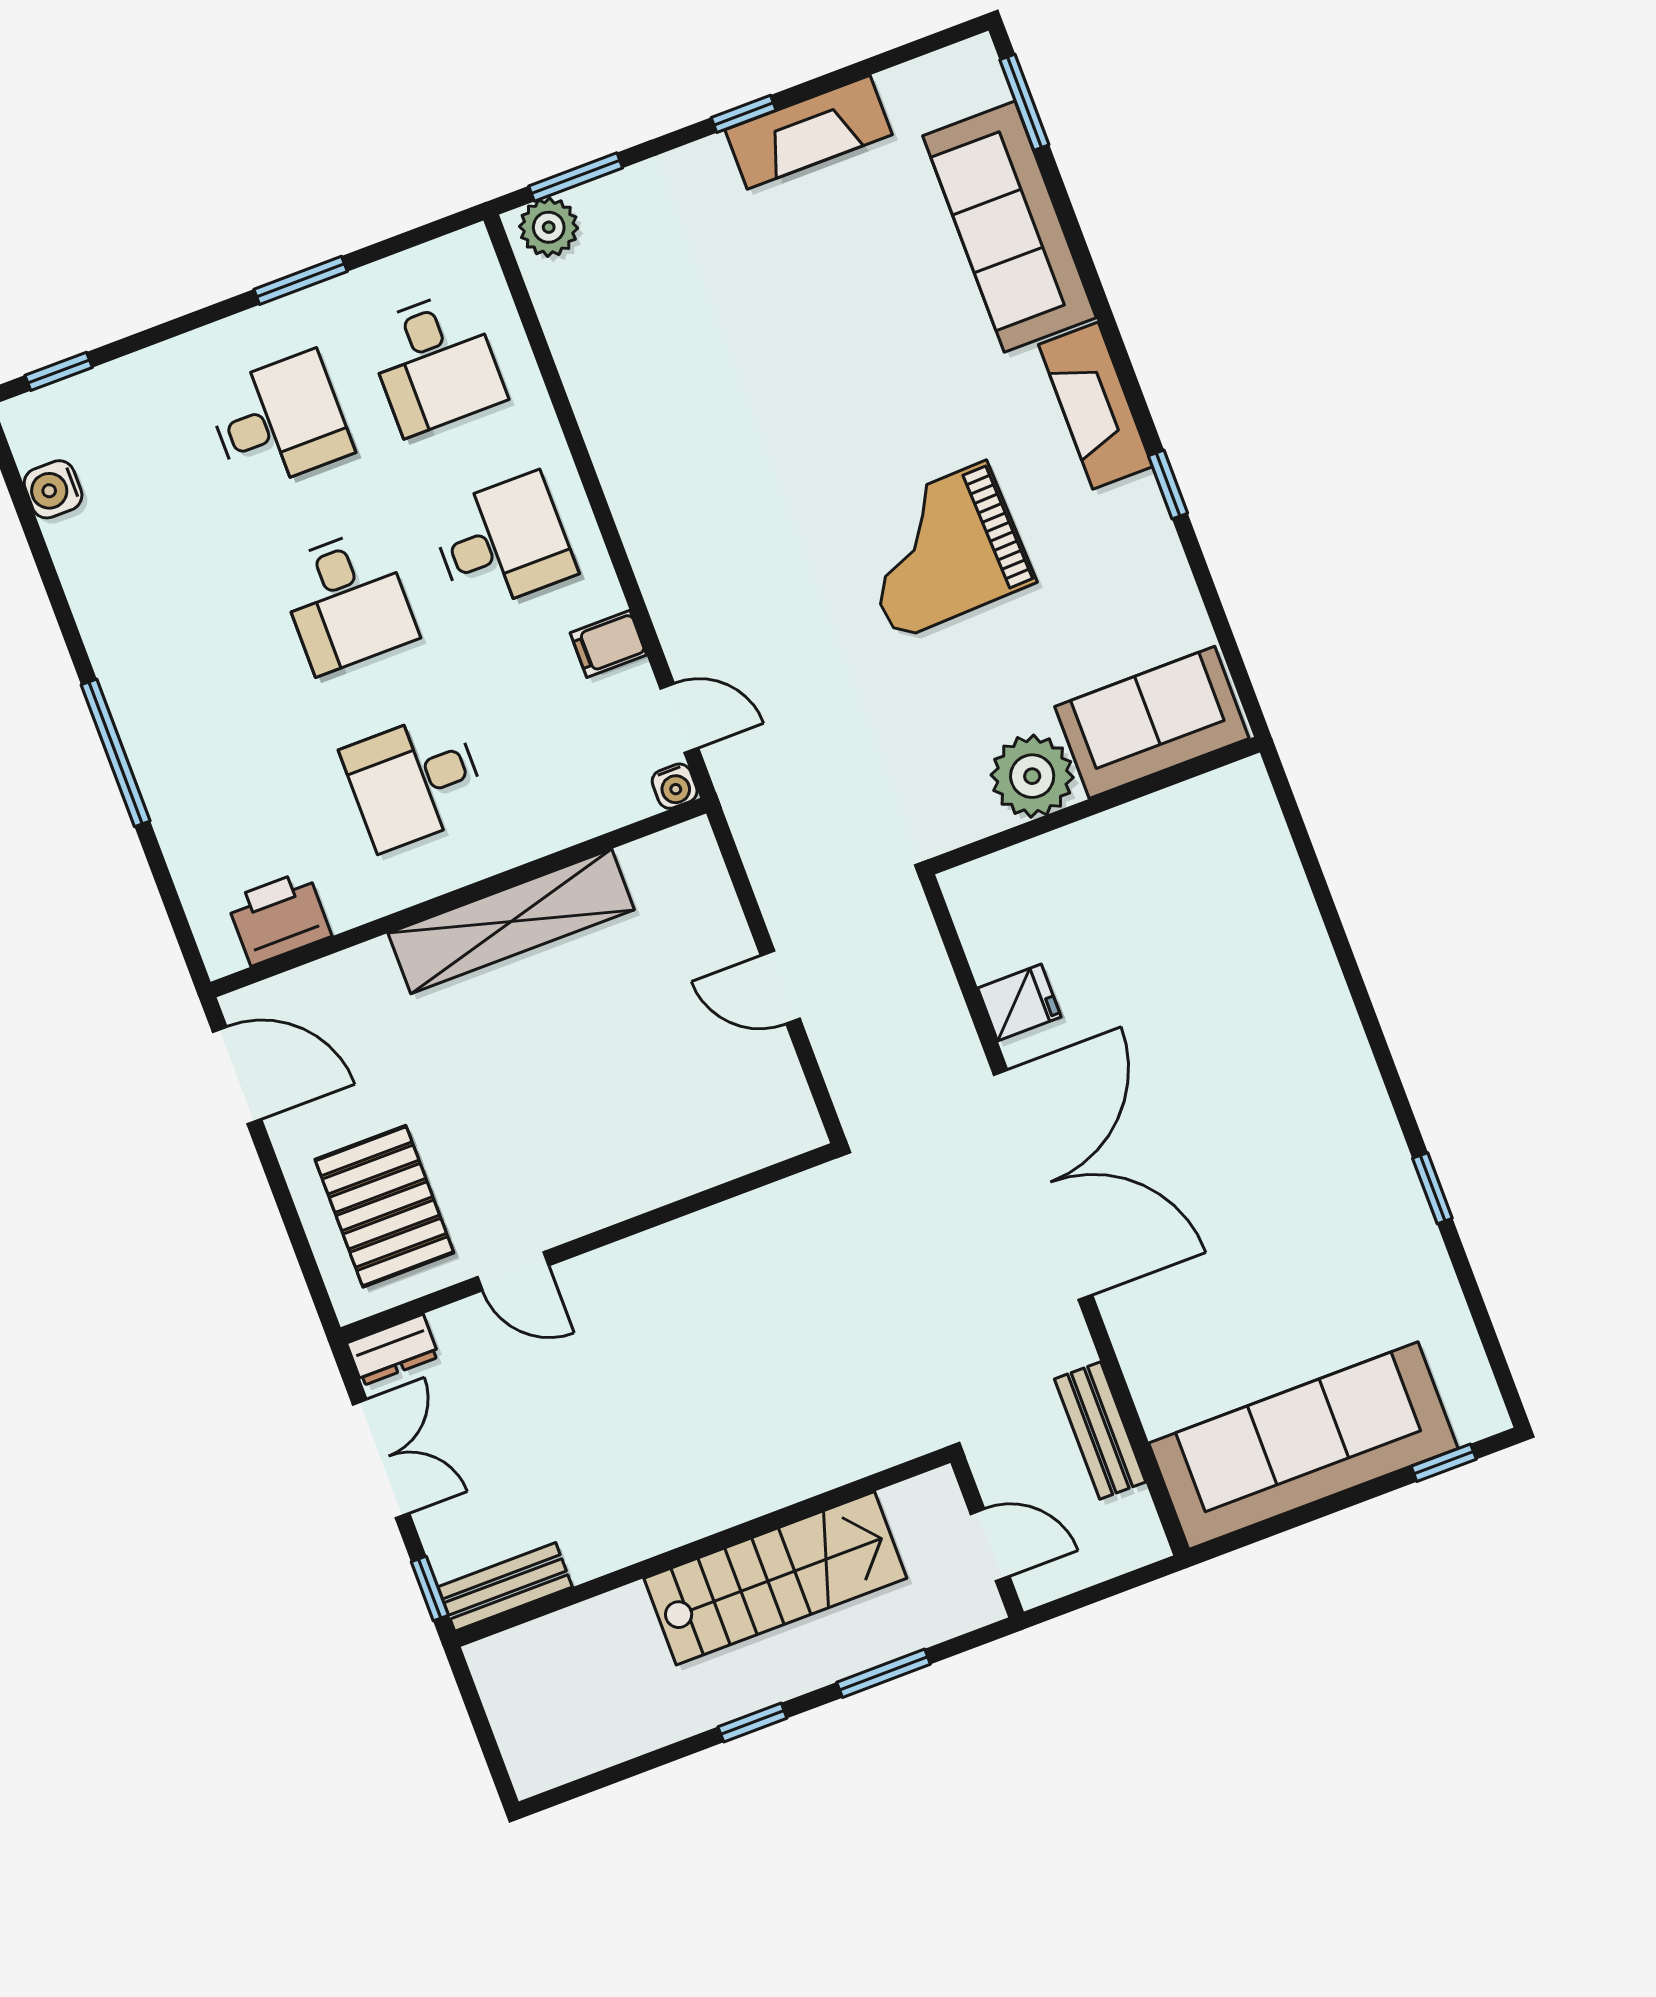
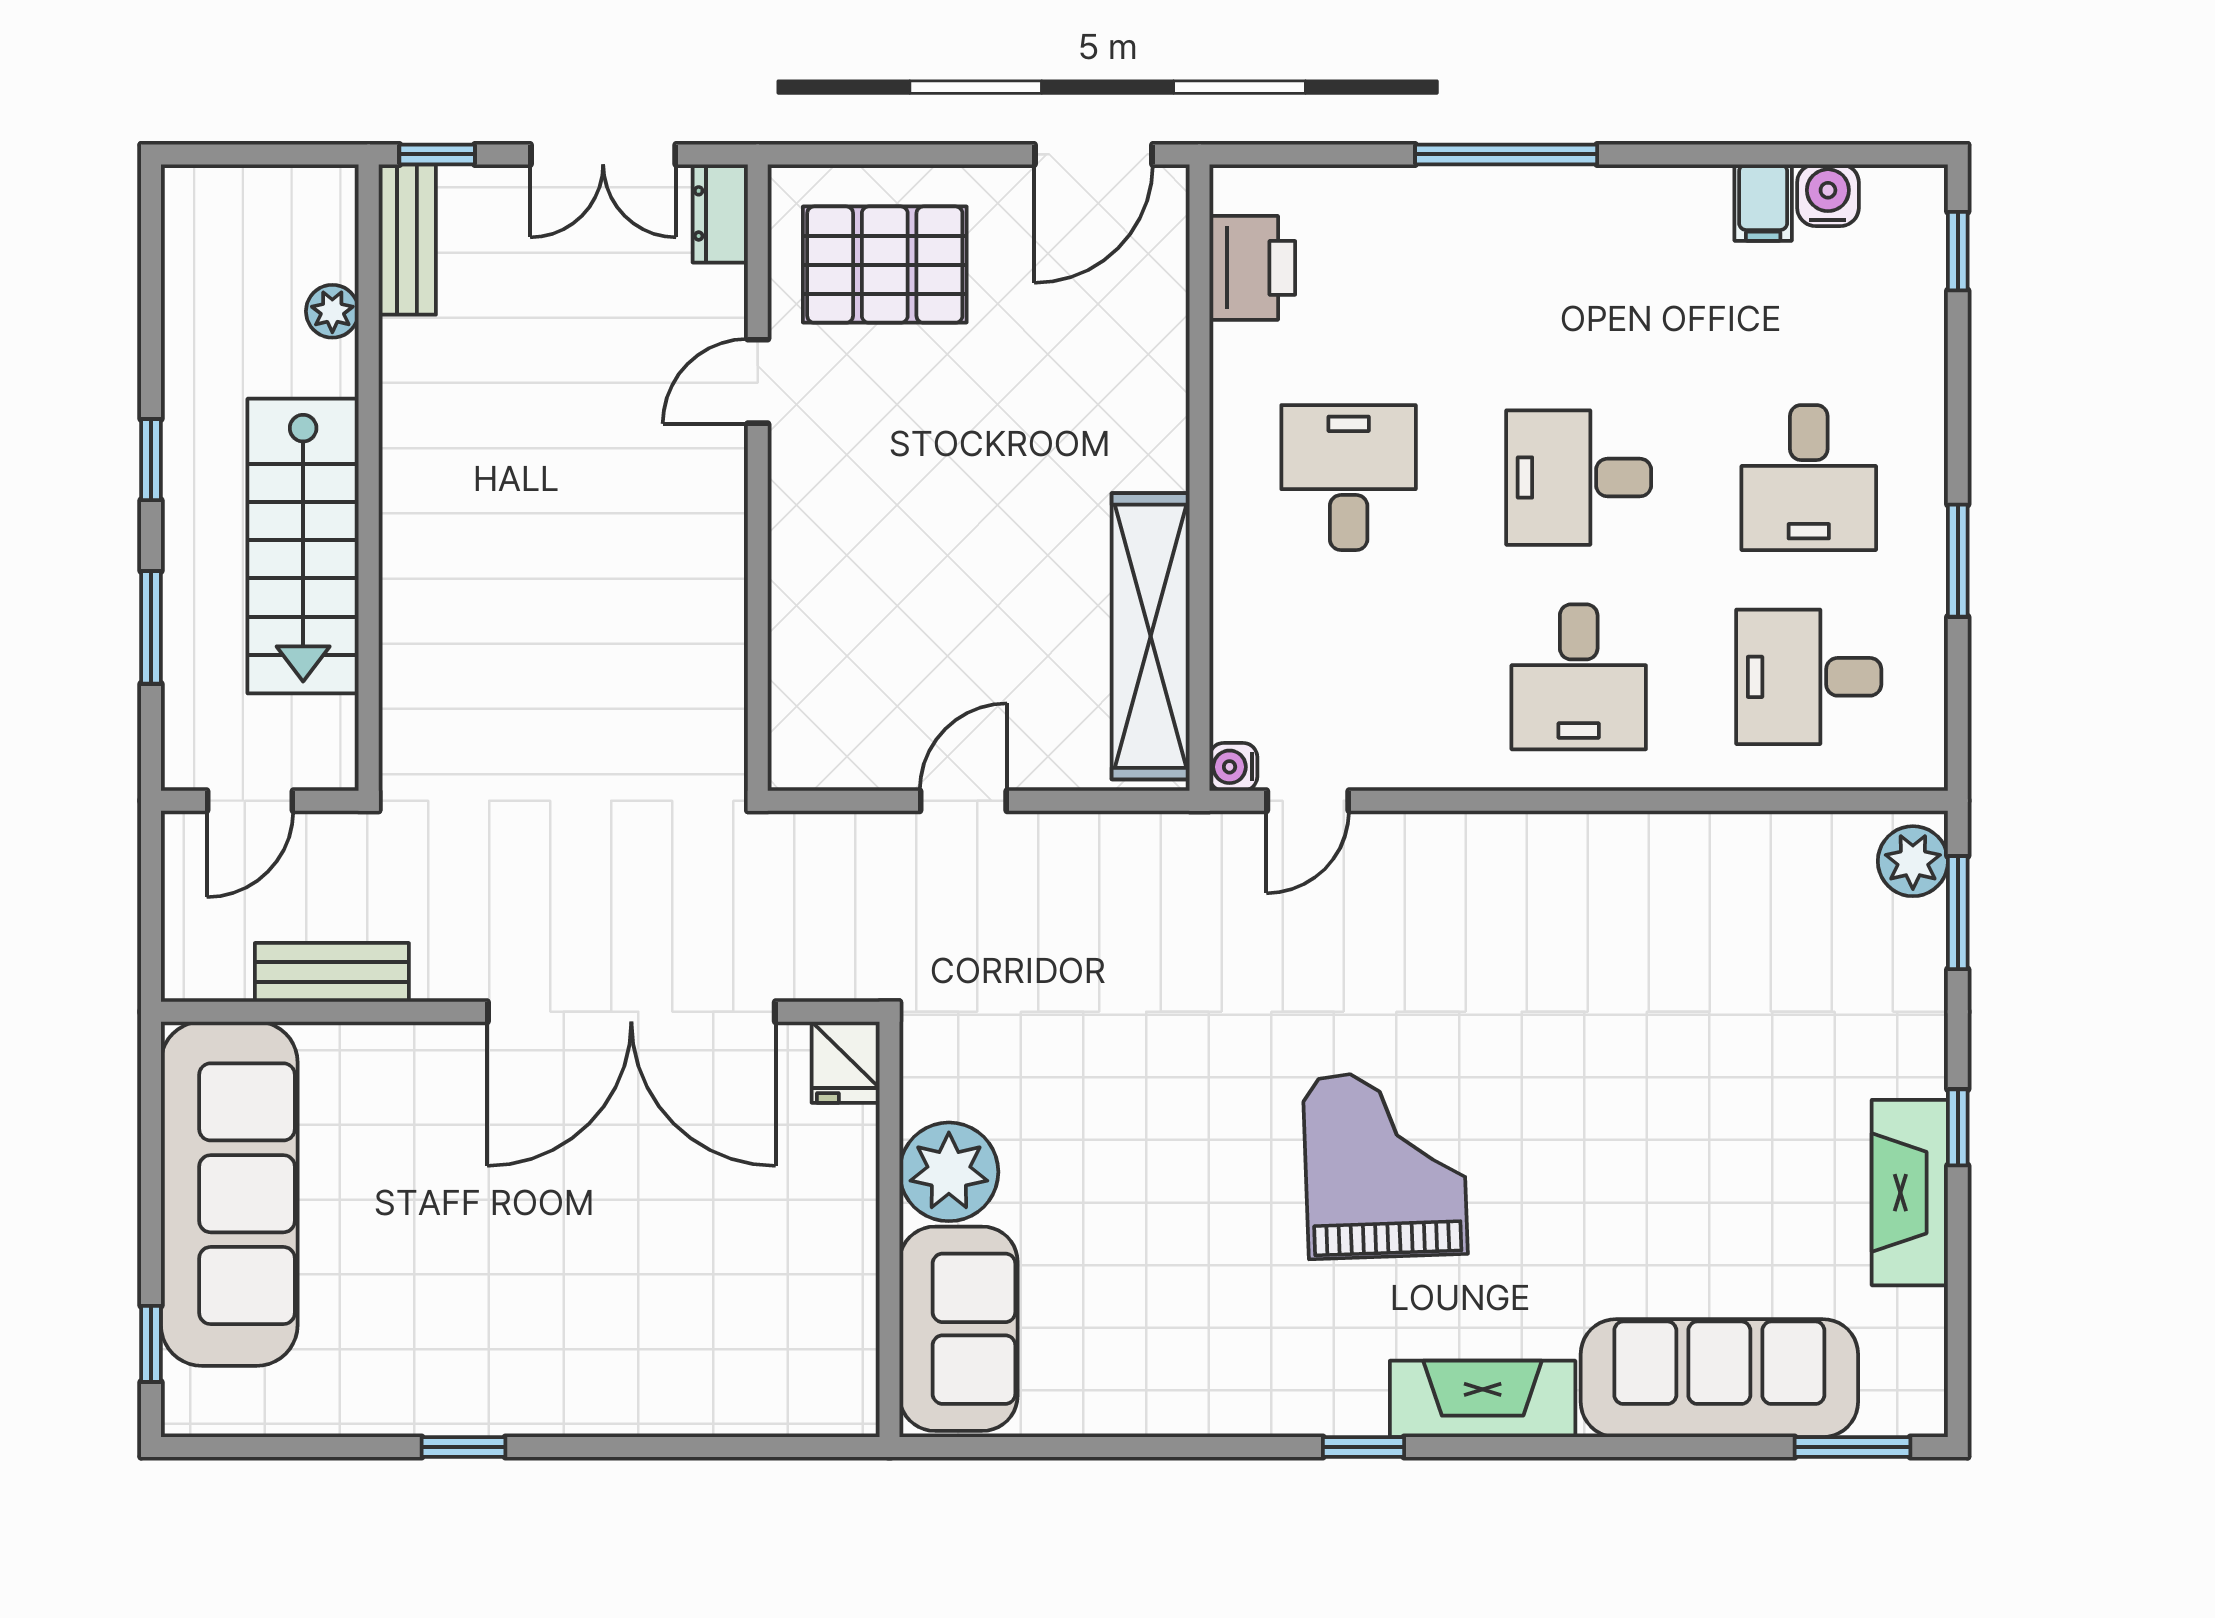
filing cabinet: (608, 644) -> (1763, 203), moved, turned 180
sofa: (1152, 722) -> (959, 1329), moved
plant: (1032, 776) -> (949, 1172), moved
wall: (1095, 806) -> (890, 1229), moved
shelving: (511, 921) -> (1151, 636), moved
plant: (583, 1624) -> (332, 311), added

